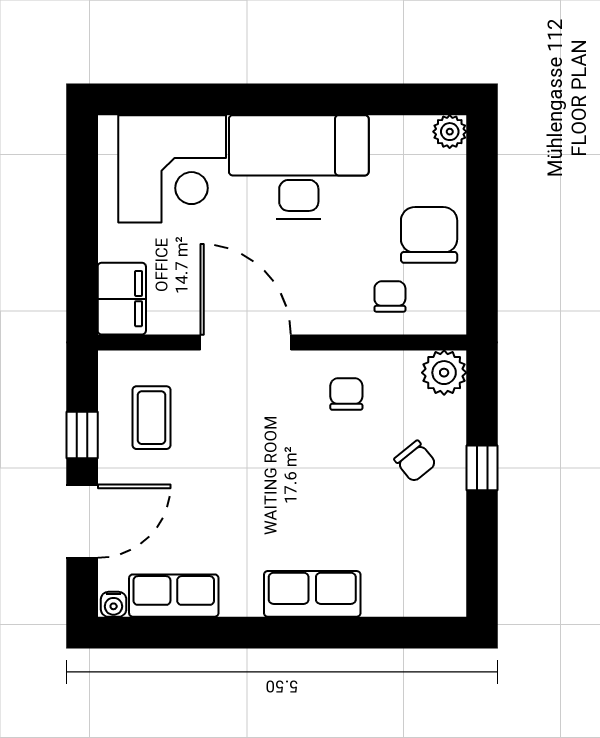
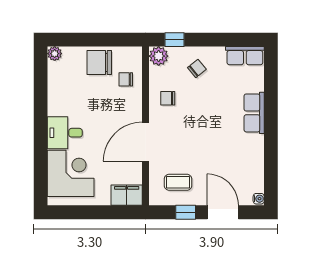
desk: (299, 167) -> (65, 133), width x0.53, depth x0.77
window: (482, 468) -> (174, 40), moved
row of seats: (174, 596) -> (245, 56), moved, turned -90

